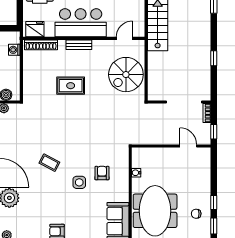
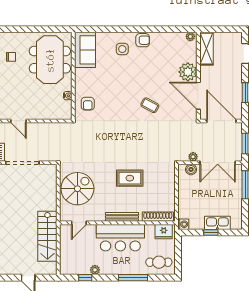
bench: (79, 45) -> (122, 217), width x1.36
washing machine: (14, 50) -> (183, 224), moved
armchair: (102, 173) -> (88, 104), moved
side table: (79, 182) -> (122, 49), moved

